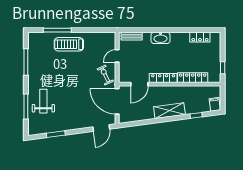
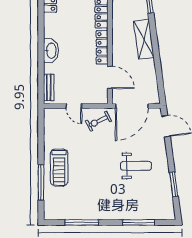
weight bench: (43, 101) -> (136, 166), moved, turned 180

